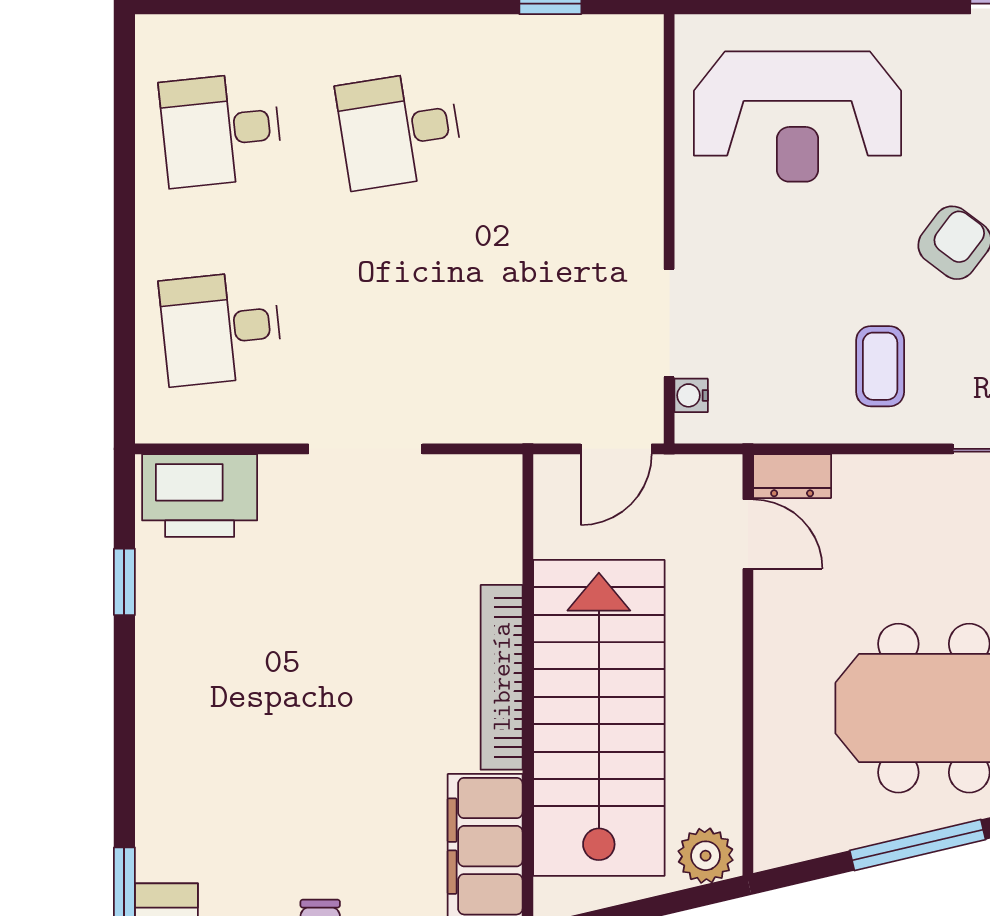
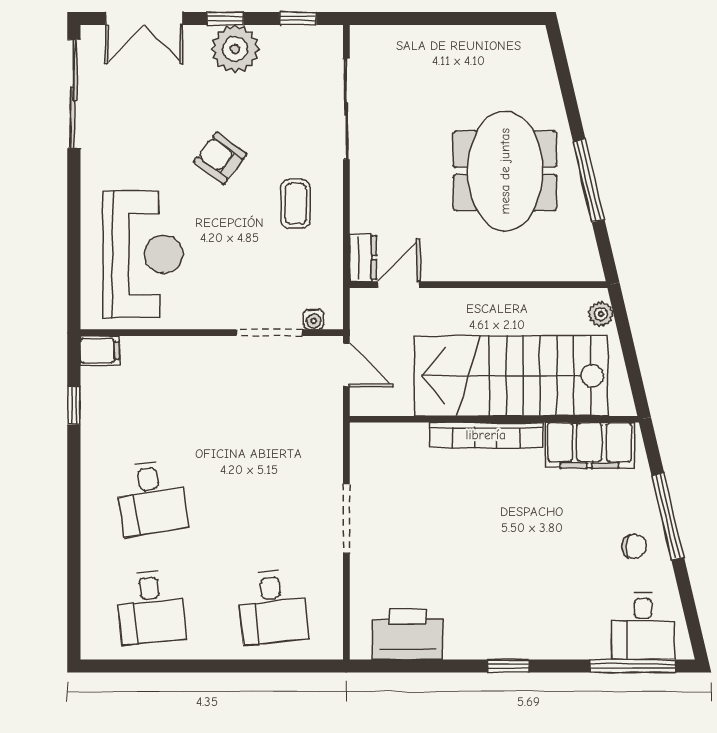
filing cabinet: (640, 46) -> (100, 351), added
coffee table: (880, 366) -> (296, 204), turned 90
printer: (200, 496) -> (408, 634), moved, turned -90
window: (124, 582) -> (508, 666), moved
plant: (706, 856) -> (601, 314), width x0.73, depth x0.73

